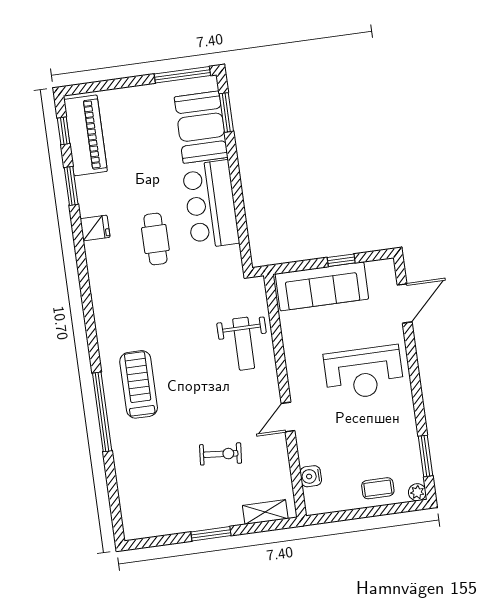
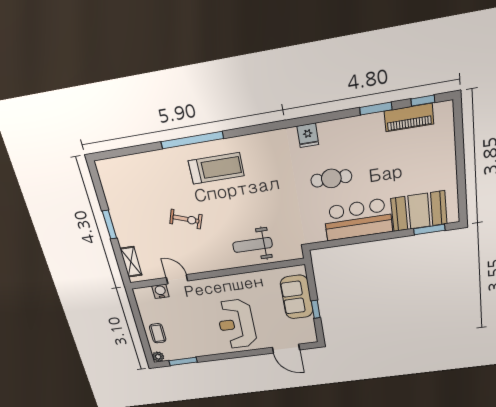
window: (182, 75) -> (462, 196), removed
piano: (86, 135) -> (409, 118), width x0.73, depth x0.75
fridge: (95, 228) -> (308, 135), moved
sofa: (322, 286) -> (297, 297), width x0.73
door: (288, 417) -> (177, 279), moved
exercise bike: (221, 454) -> (186, 219), moved, turned -75

